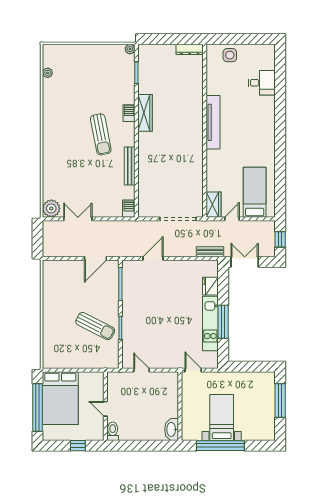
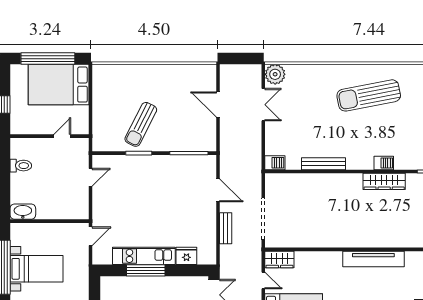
sun lounger: (101, 134) -> (369, 95), moved, width x1.36, depth x1.34
bench: (210, 252) -> (226, 228), moved
door: (95, 258) -> (218, 104), moved
door: (105, 409) -> (62, 136), moved
toilet: (113, 431) -> (21, 166), moved

